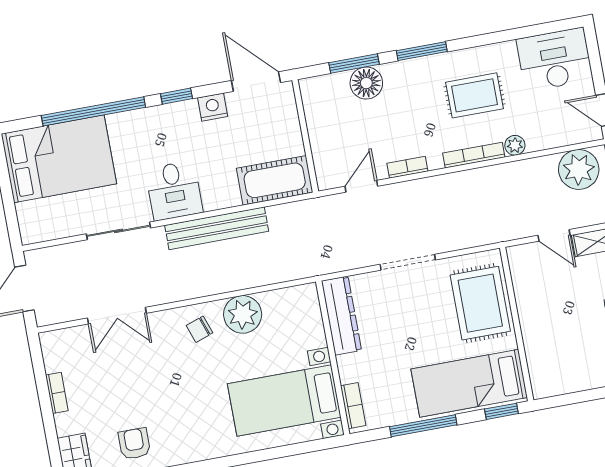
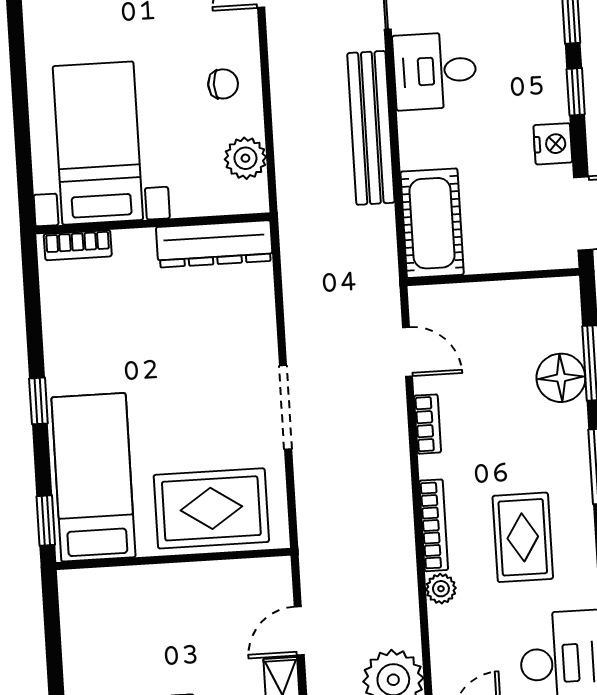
plant: (243, 314) -> (245, 158), width x0.73, depth x0.73
dresser: (341, 316) -> (214, 244), moved
chair: (200, 329) -> (223, 84), turned 109
wall: (333, 358) -> (153, 223), moved
bed with nightstands: (284, 401) -> (98, 143), moved
bookcase: (353, 406) -> (78, 245), moved
window: (423, 426) -> (38, 401), width x0.46

